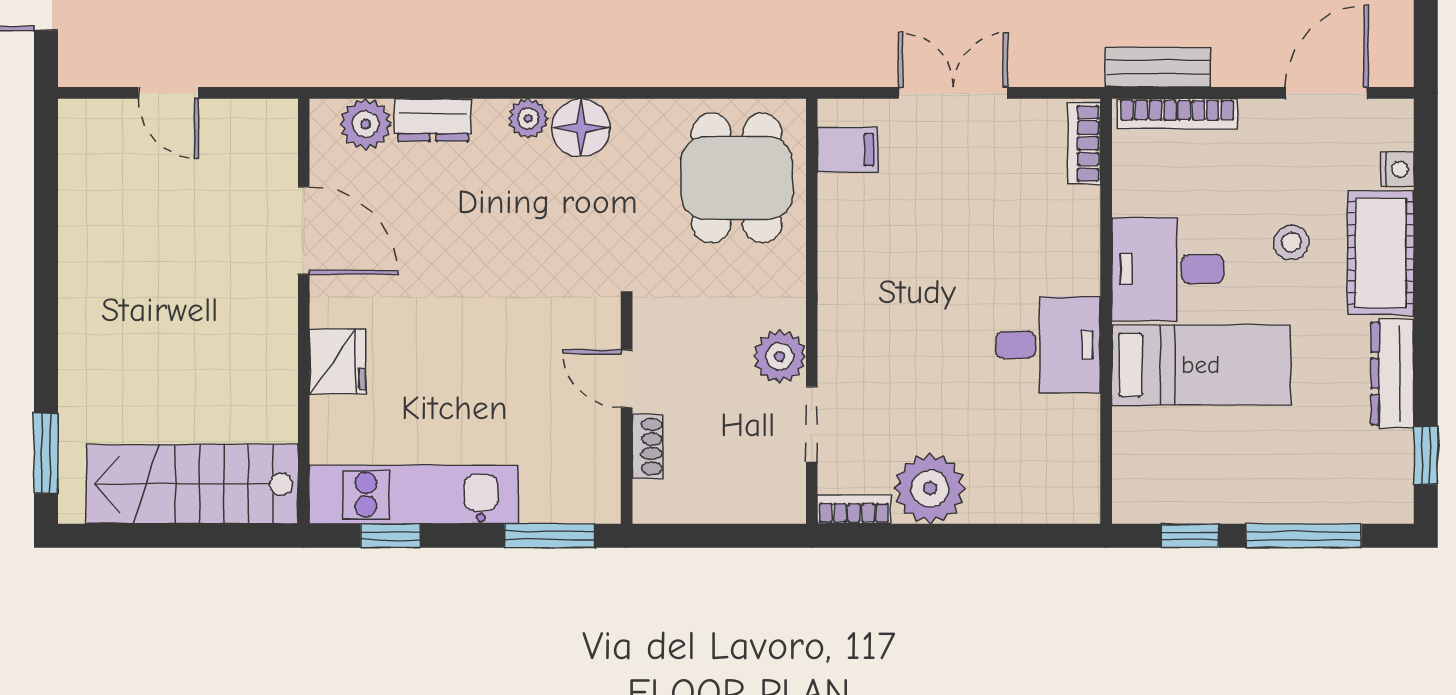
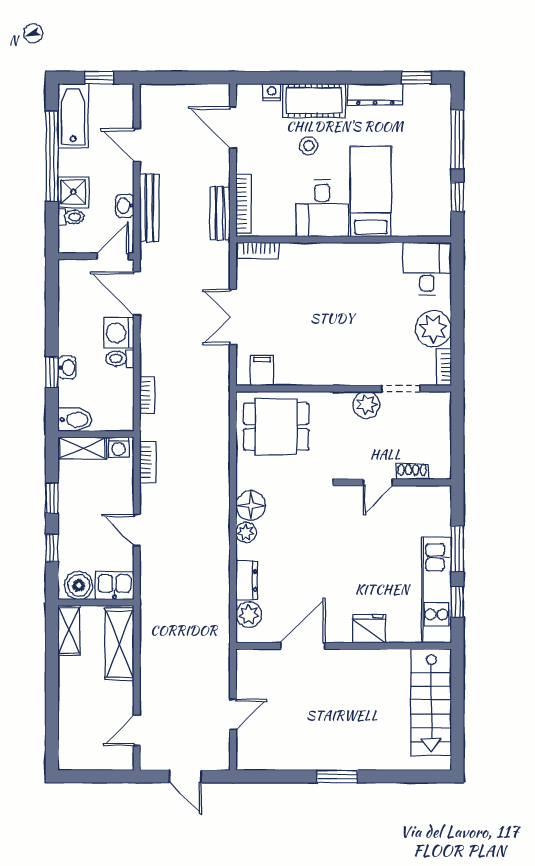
desk: (1048, 345) -> (427, 269), moved
window: (46, 453) -> (337, 776), moved
window: (550, 536) -> (457, 549), moved

